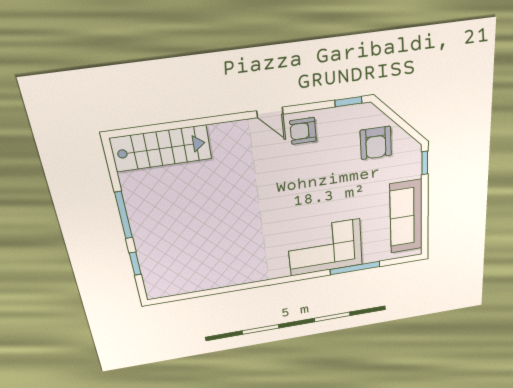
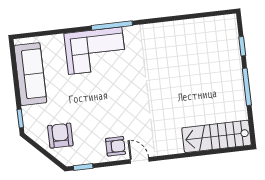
window: (355, 268) -> (112, 25), moved

